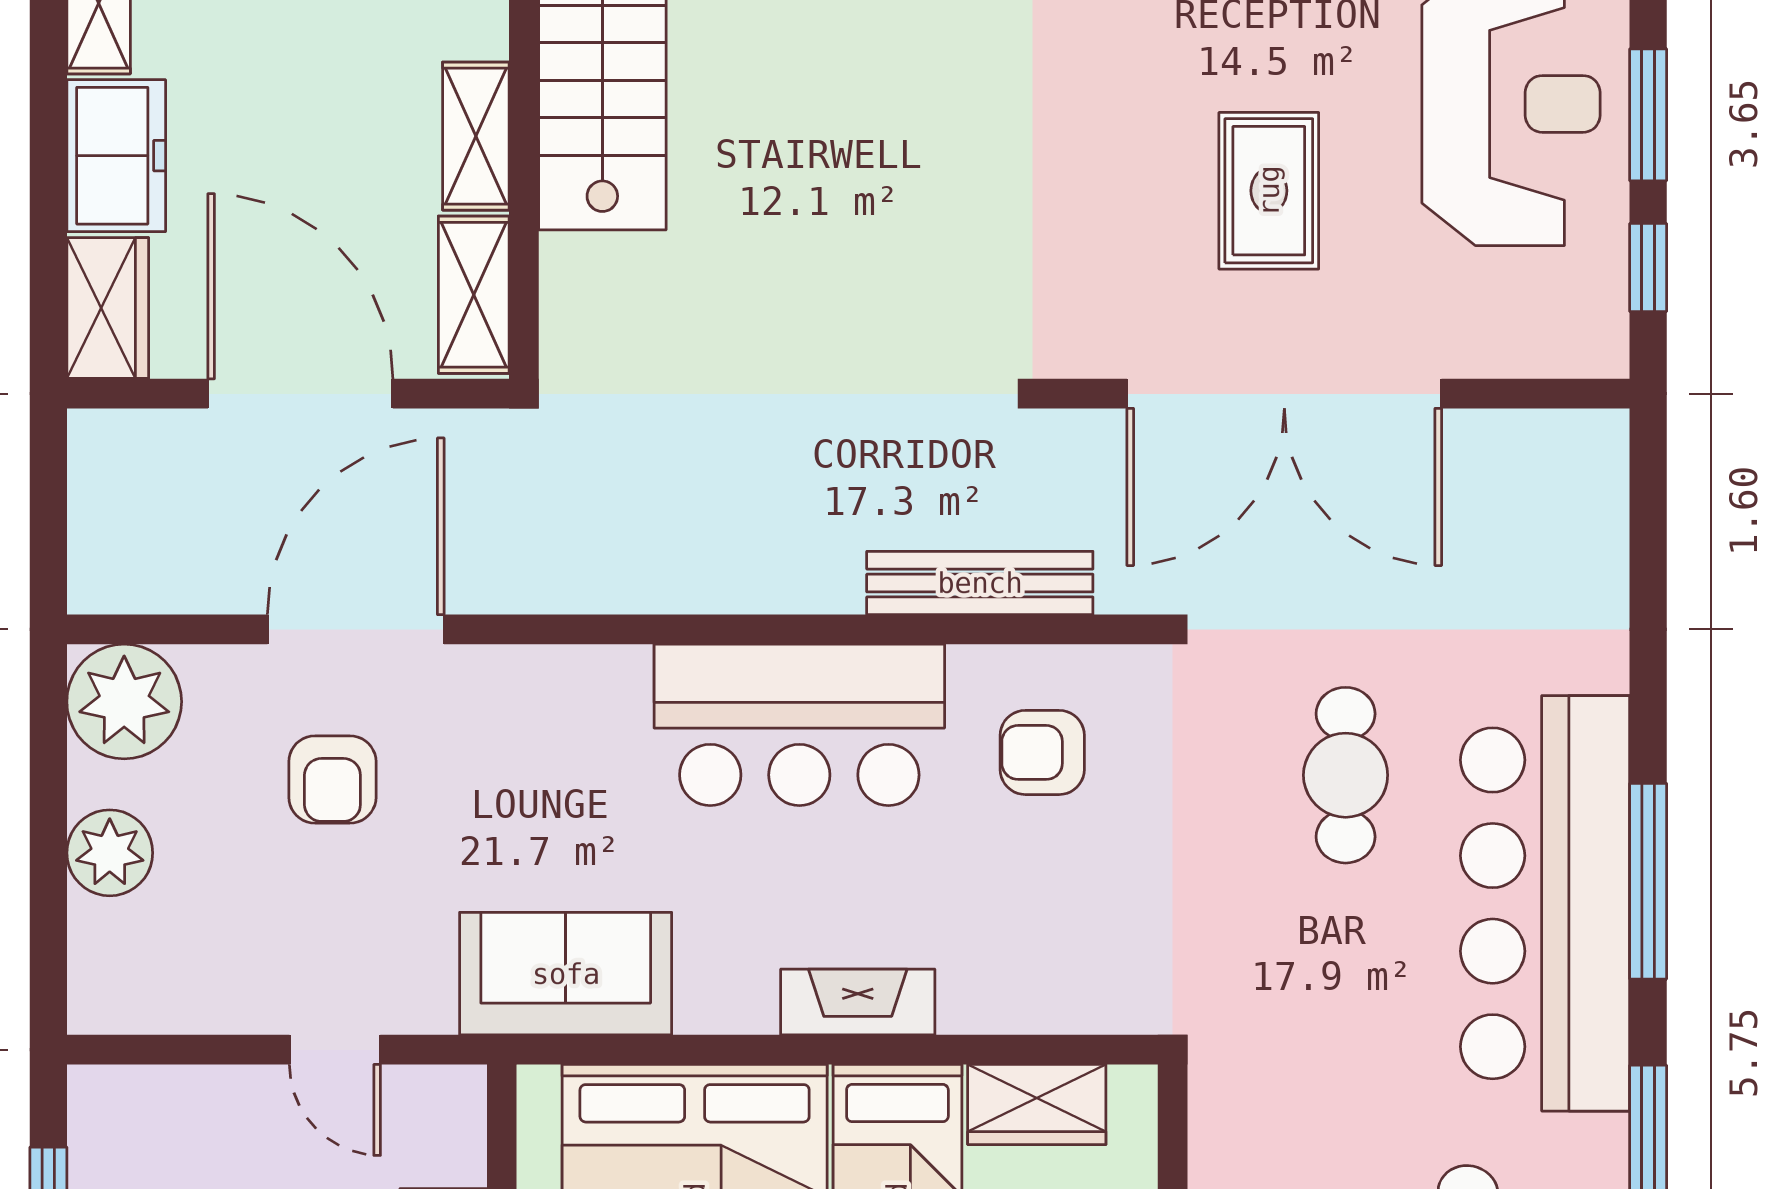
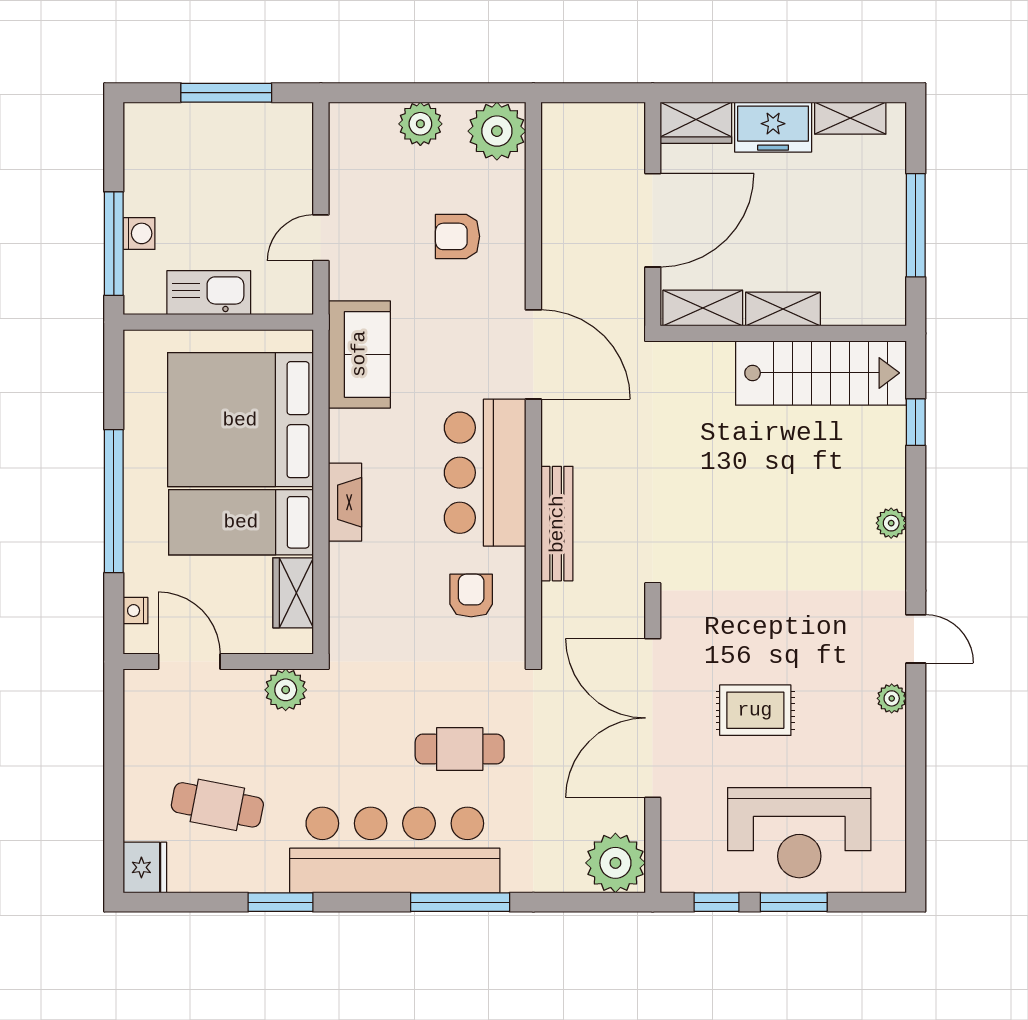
plant: (1571, 467) -> (615, 863), added
bench: (980, 583) -> (557, 524), moved
door: (356, 629) -> (533, 354), moved
window: (1648, 881) -> (460, 902), moved
plant: (1229, 1119) -> (286, 690), added

